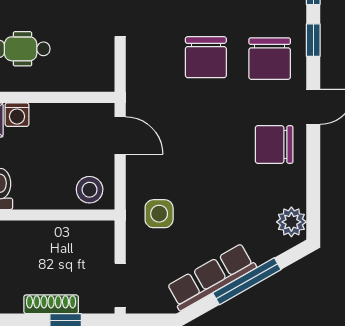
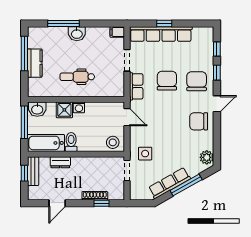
chair: (206, 57) -> (167, 81), turned 180
chair: (270, 59) -> (197, 81), turned 180
row of seats: (140, 69) -> (136, 86), added
doorway: (120, 285) -> (127, 171), moved

